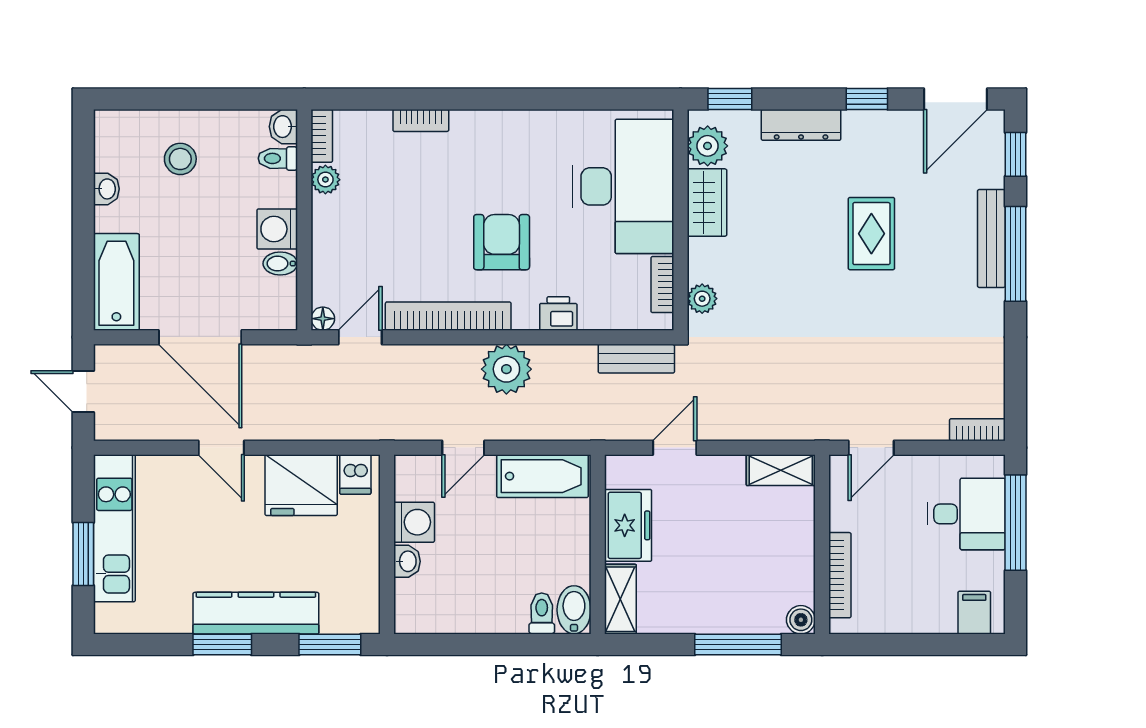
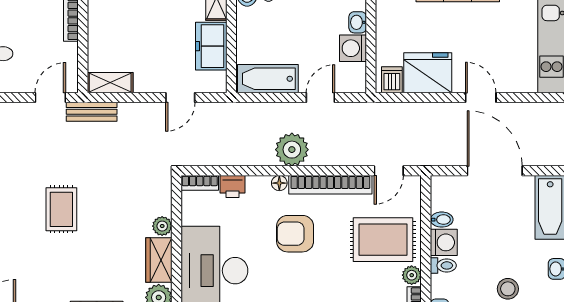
toilet: (278, 158) -> (443, 265), moved
rug: (369, 233) -> (383, 240), added
rug: (871, 234) -> (61, 209), moved
armchair: (502, 242) -> (295, 234), turned 90
bookcase: (662, 285) -> (200, 183), moved, turned 90
plant: (702, 299) -> (162, 226), moved
printer: (558, 313) -> (233, 187), moved
floor lamp: (323, 319) -> (279, 183), moved
bench: (636, 359) -> (92, 112), moved

